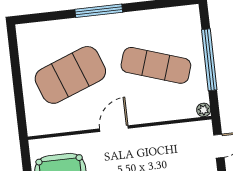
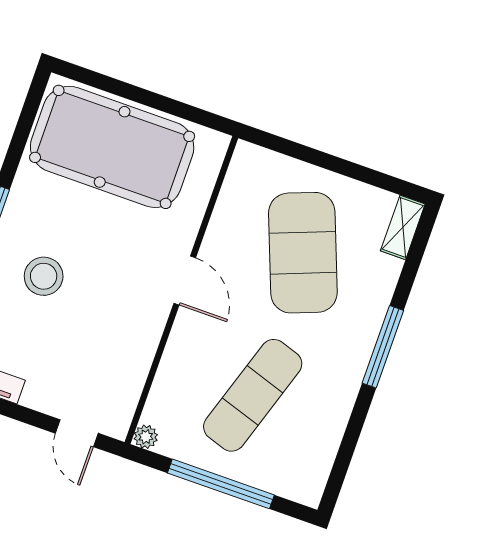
shelving: (33, 30) -> (403, 227), added

